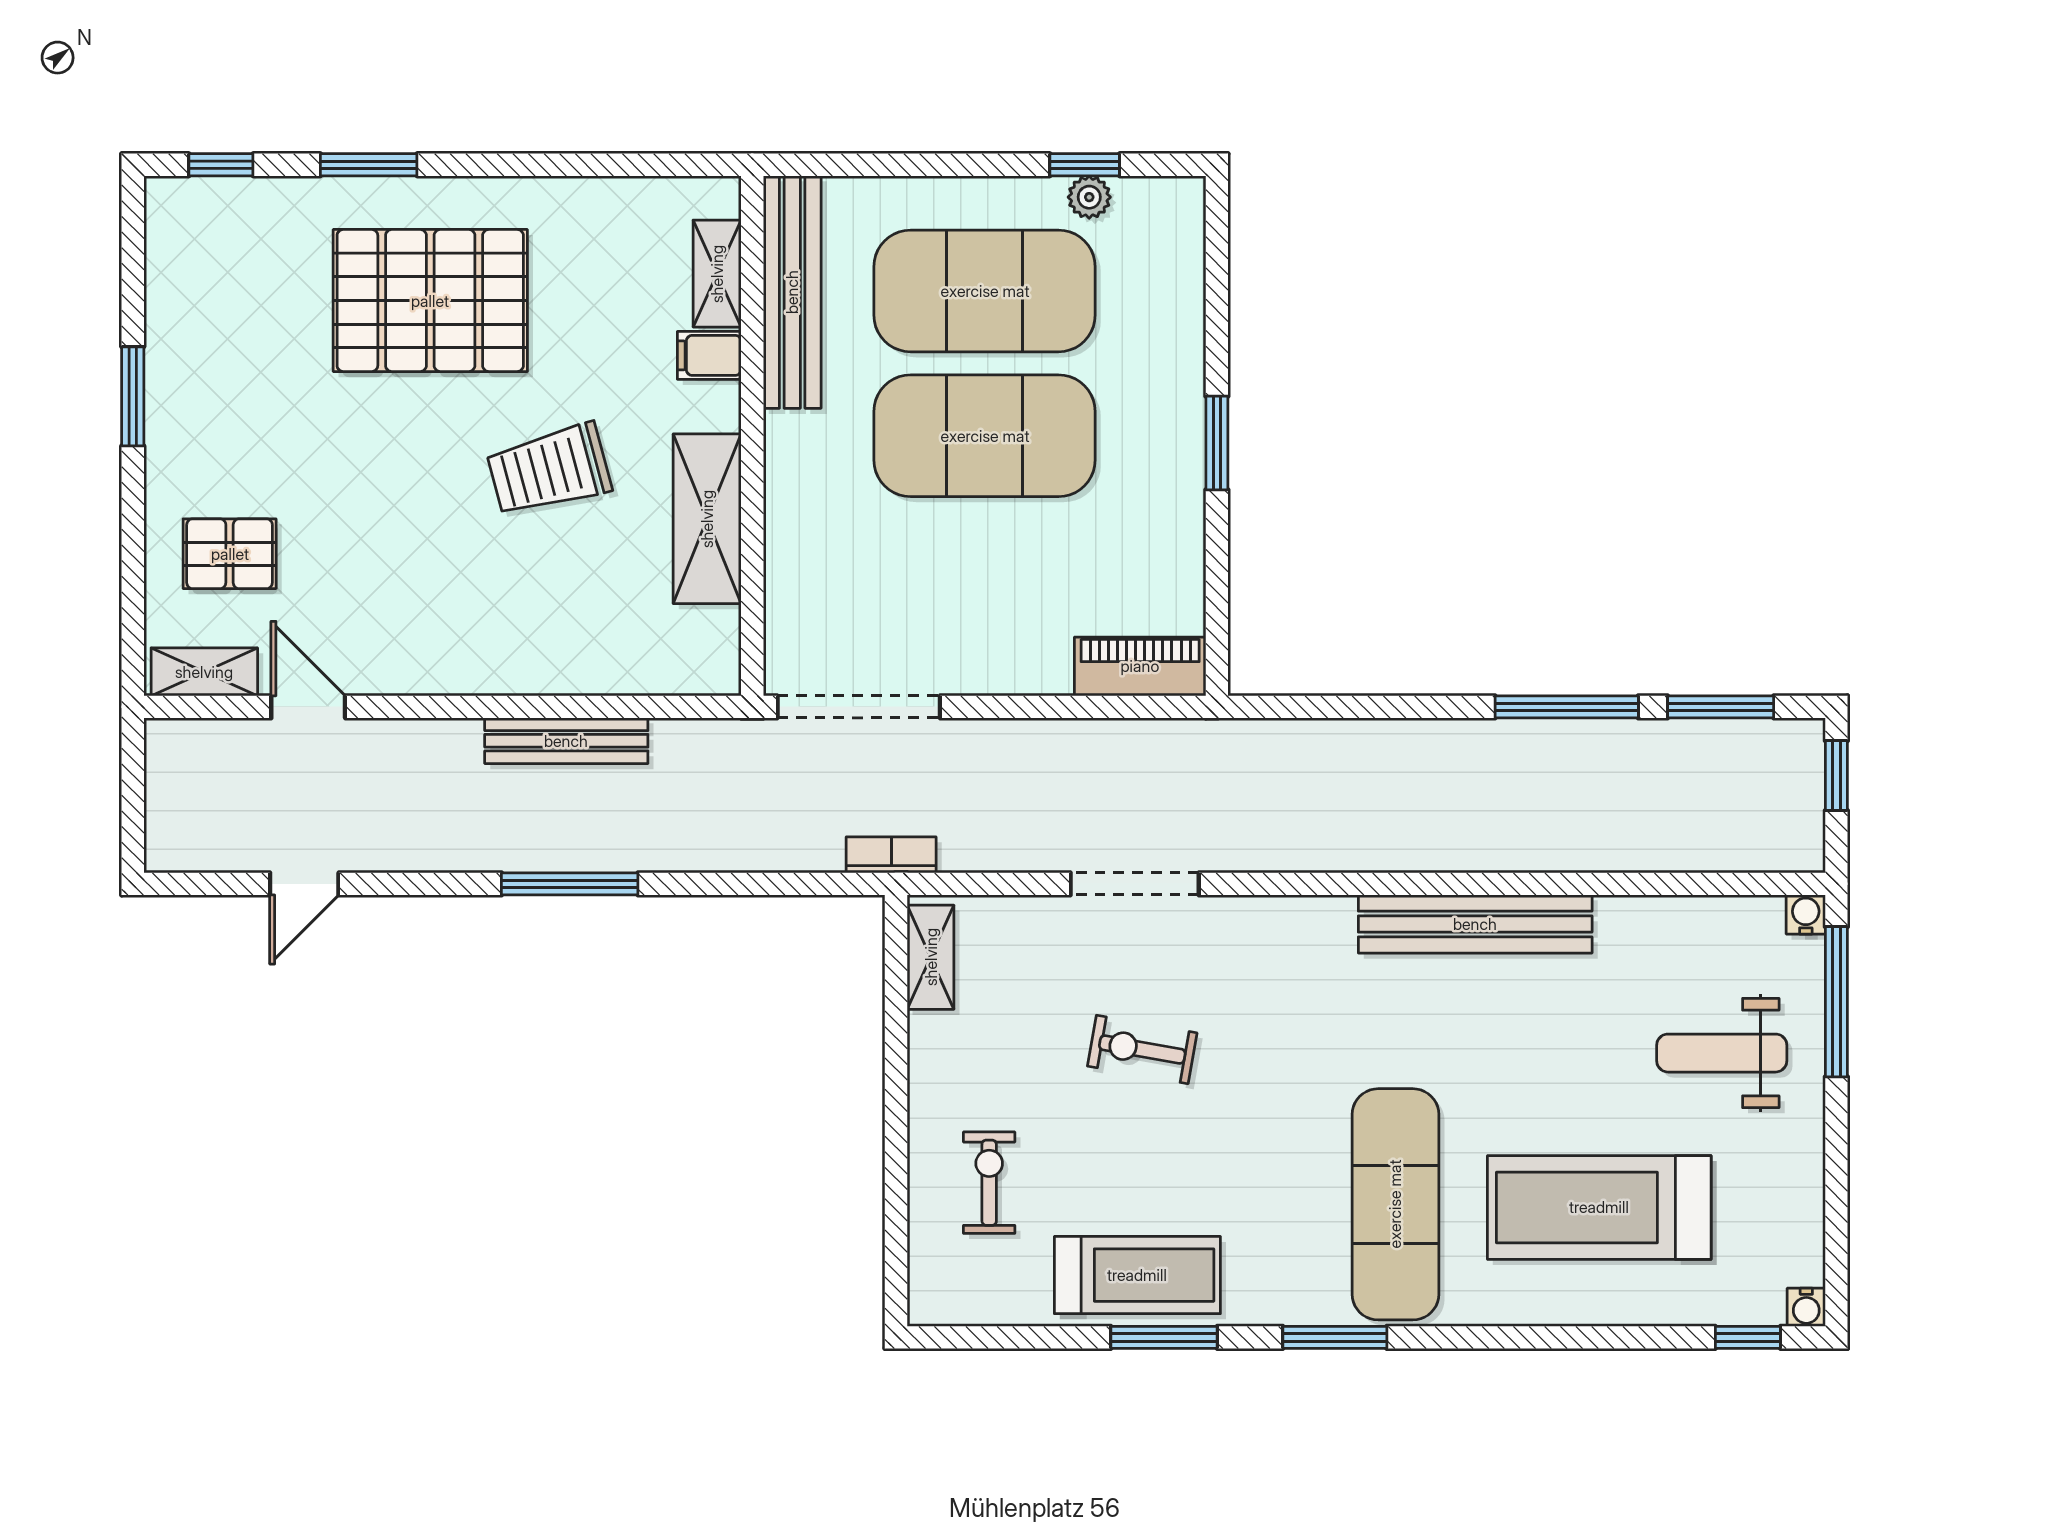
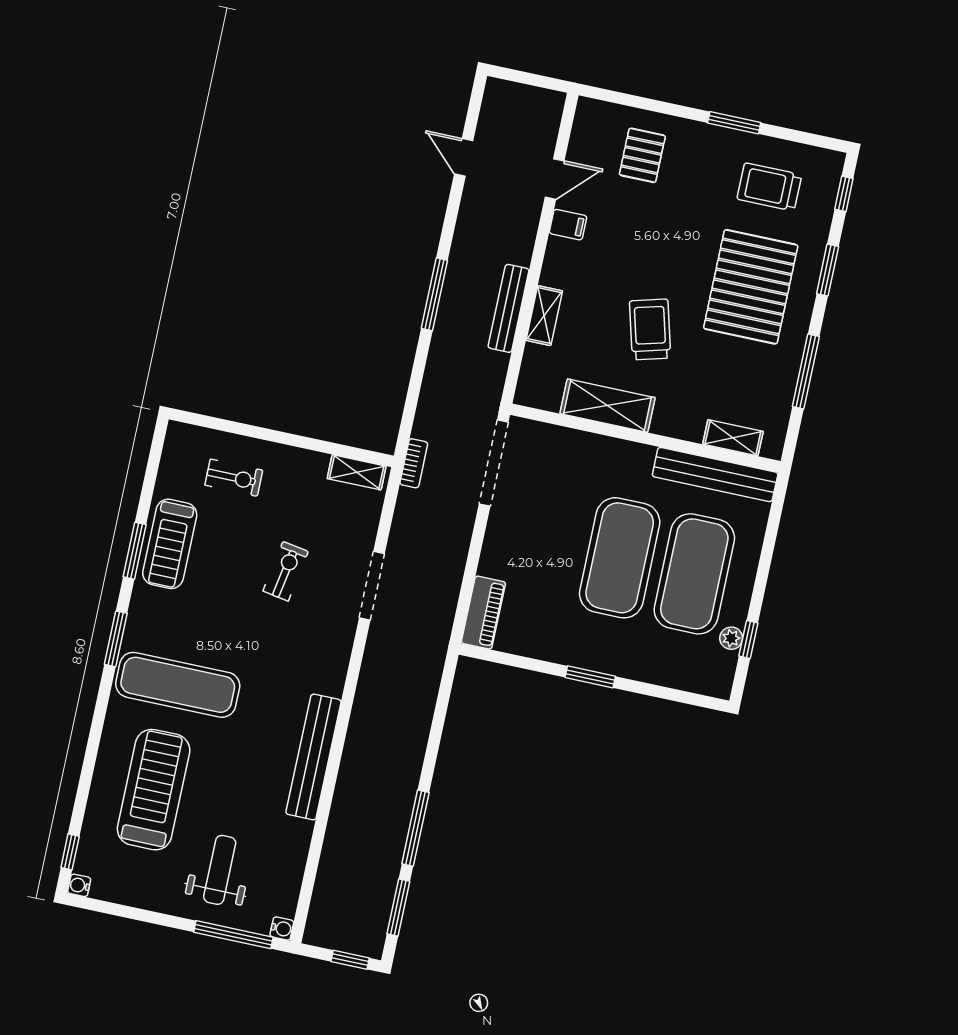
window: (565, 165) -> (806, 372), added
trolley: (238, 306) -> (769, 187), added
filing cabinet: (709, 355) -> (568, 225), moved, turned 90
shelving: (204, 672) -> (544, 316), moved

